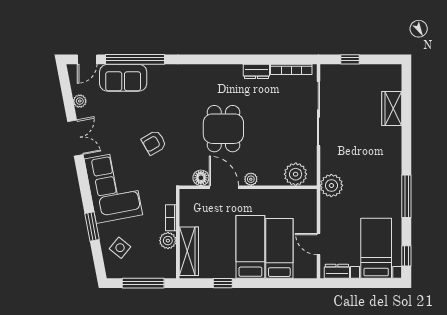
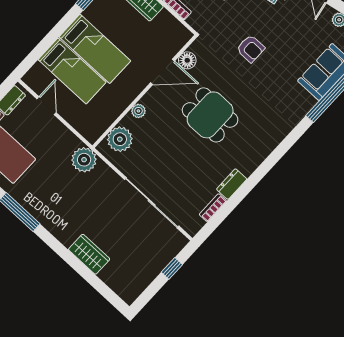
bookcase: (291, 69) -> (213, 208), width x0.64
wardrobe: (392, 108) -> (89, 254), moved
armchair: (154, 143) -> (251, 49), turned 120
plant: (251, 179) -> (138, 111), moved
door: (318, 244) -> (46, 106), hinge flipped

